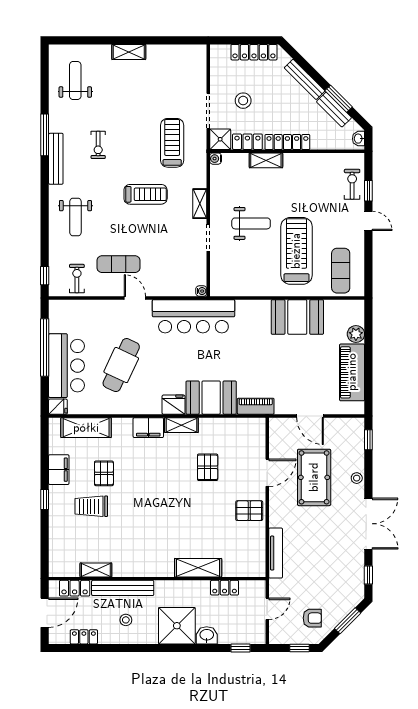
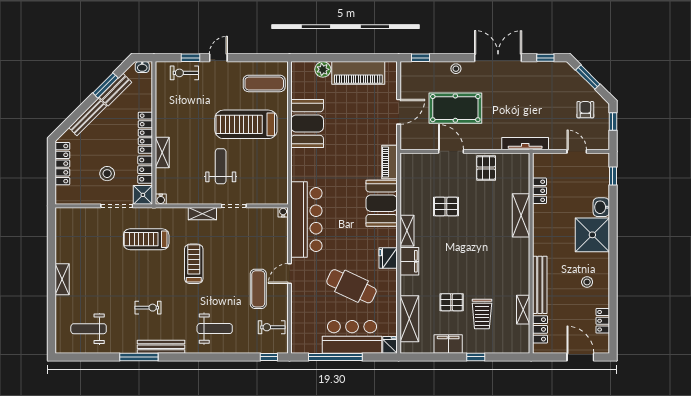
fridge: (174, 405) -> (388, 258), moved
shelving: (198, 568) -> (521, 215), moved
shelving: (96, 570) -> (523, 310), moved
wall: (157, 579) -> (531, 253), moved
locker: (75, 588) -> (540, 329), moved
bench: (123, 588) -> (540, 285), moved
locker: (225, 588) -> (540, 191), moved

